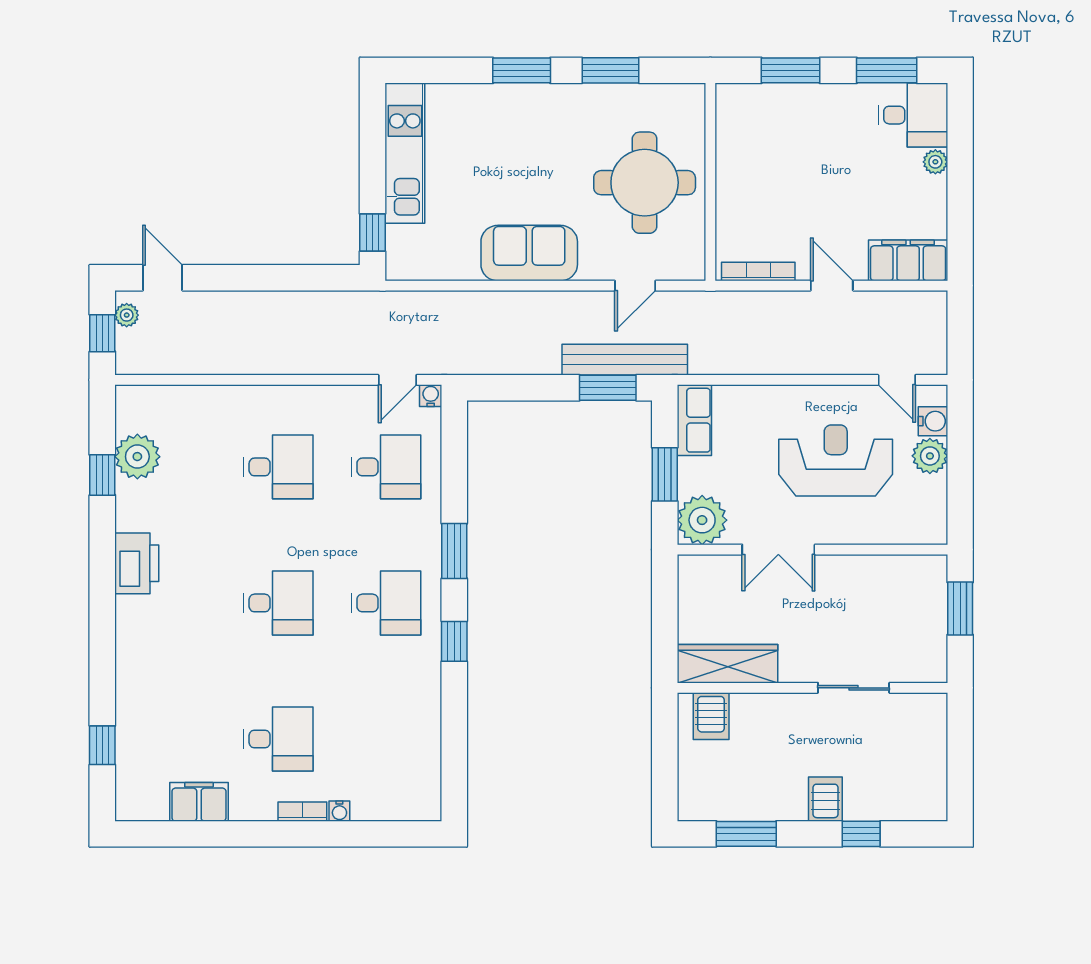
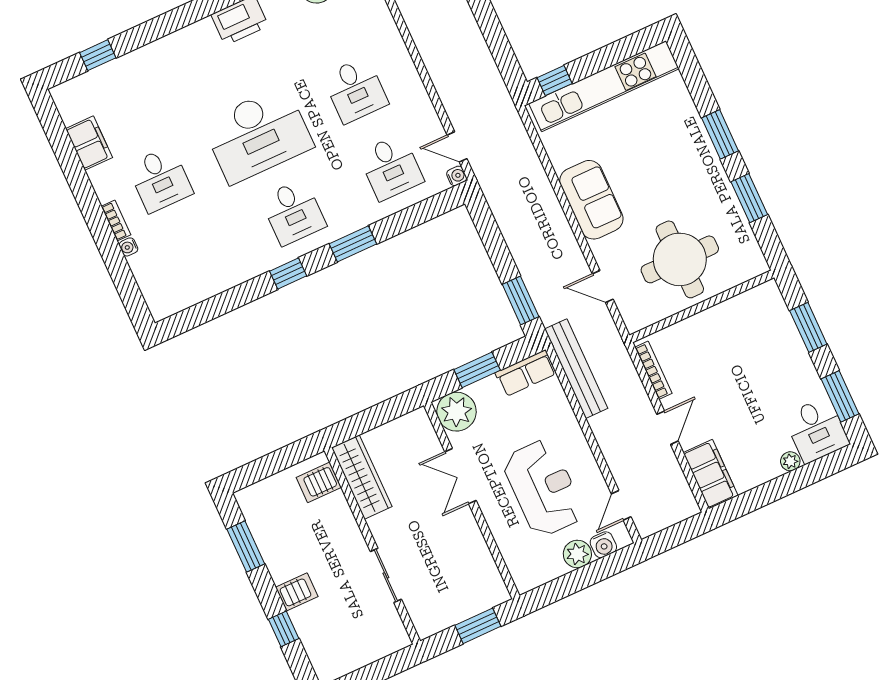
kitchen unit: (405, 153) -> (604, 86), width x1.36
bench: (625, 360) -> (576, 369), moved
desk: (278, 603) -> (258, 135), width x1.87, depth x1.30

